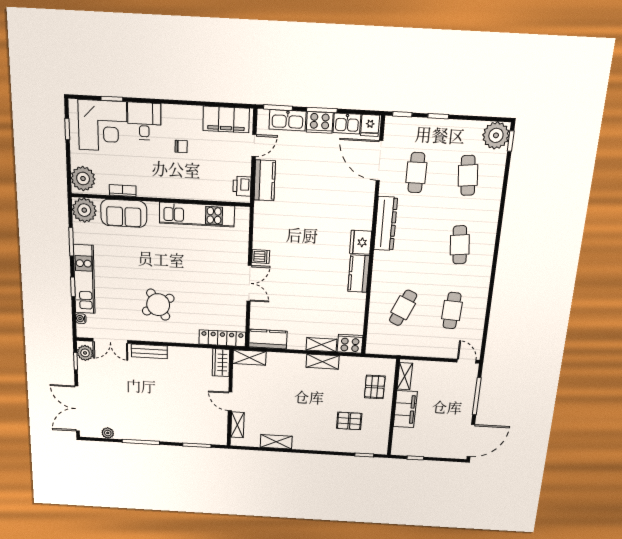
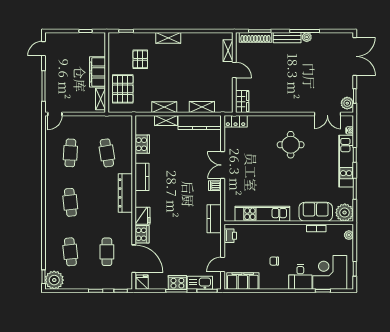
kitchen sink: (347, 123) -> (158, 283), removed
plant: (83, 179) -> (349, 235), width x0.53, depth x0.53
kitchen counter: (265, 180) -> (214, 219), moved
cooker: (365, 195) -> (142, 234), added
dresser: (386, 224) -> (125, 193), moved
fridge: (361, 242) -> (142, 216), moved
round table: (158, 305) -> (291, 145), turned 32
cafe table: (403, 308) -> (107, 153), turned -33
locker: (222, 338) -> (236, 121), width x0.66
kitchen counter: (268, 339) -> (200, 123), width x1.50
double door: (110, 341) -> (327, 114), swing flipped
cooker: (350, 344) -> (142, 144), moved, turned -90
bench: (149, 351) -> (287, 38), moved
shelving: (249, 358) -> (202, 107), moved
door: (466, 361) -> (55, 114), hinge flipped
pallet: (375, 387) -> (123, 89), width x1.50, depth x1.42
pallet: (349, 421) -> (140, 59), turned 90
plant: (108, 433) -> (307, 37), moved
shoe rack: (202, 438) -> (255, 37), added
door: (471, 441) -> (44, 49), width x0.53
shelving: (276, 442) -> (168, 38), moved

